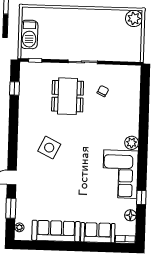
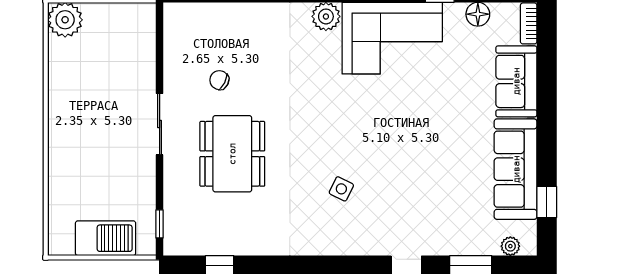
dining table: (68, 96) -> (232, 154), turned 90
side table: (49, 148) -> (341, 189), width x0.54, depth x0.54
window: (40, 245) -> (547, 202), added

